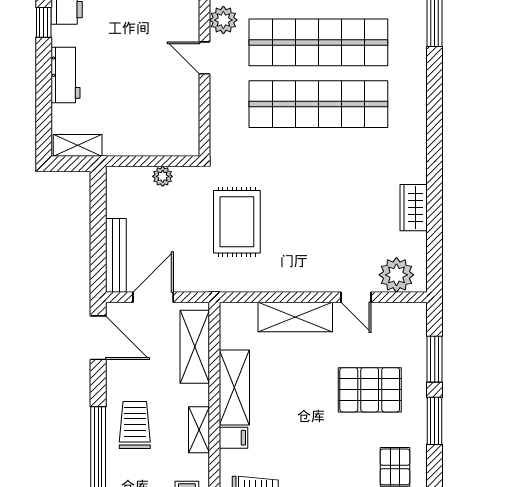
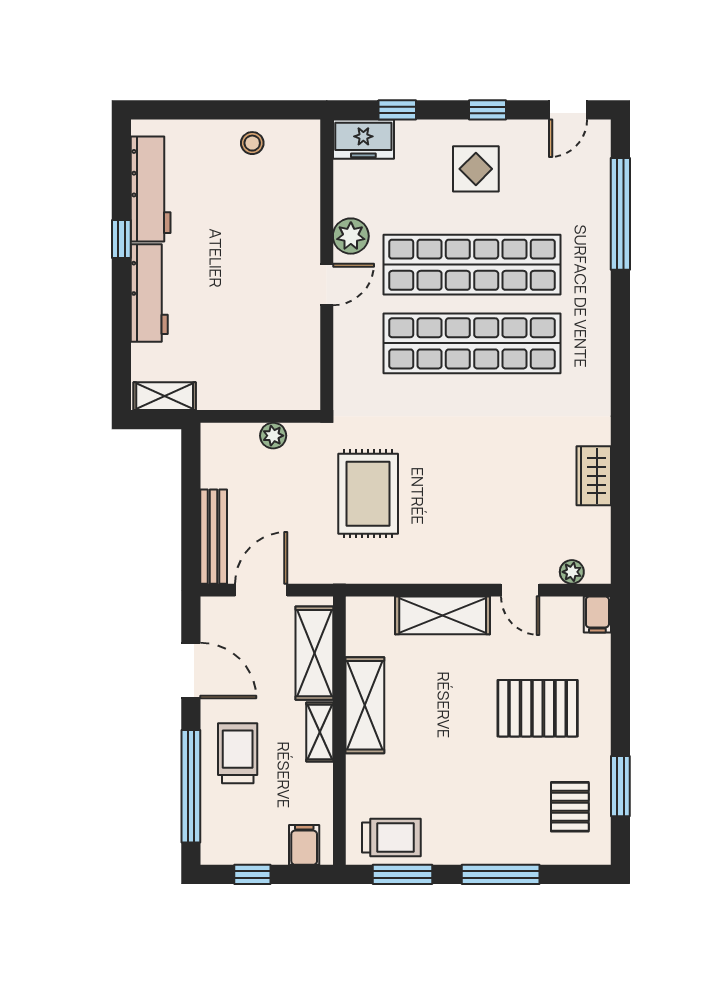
door: (204, 58) -> (327, 284), swing flipped
workbench: (66, 75) -> (149, 293), width x1.38
plant: (396, 275) -> (572, 572), width x0.53, depth x0.53
door: (98, 338) -> (191, 671), moved
window: (435, 359) -> (620, 669), removed
window: (435, 421) -> (620, 786), moved
shelving: (199, 430) -> (320, 732), moved
filing cabinet: (233, 438) -> (597, 615), moved, turned 90

